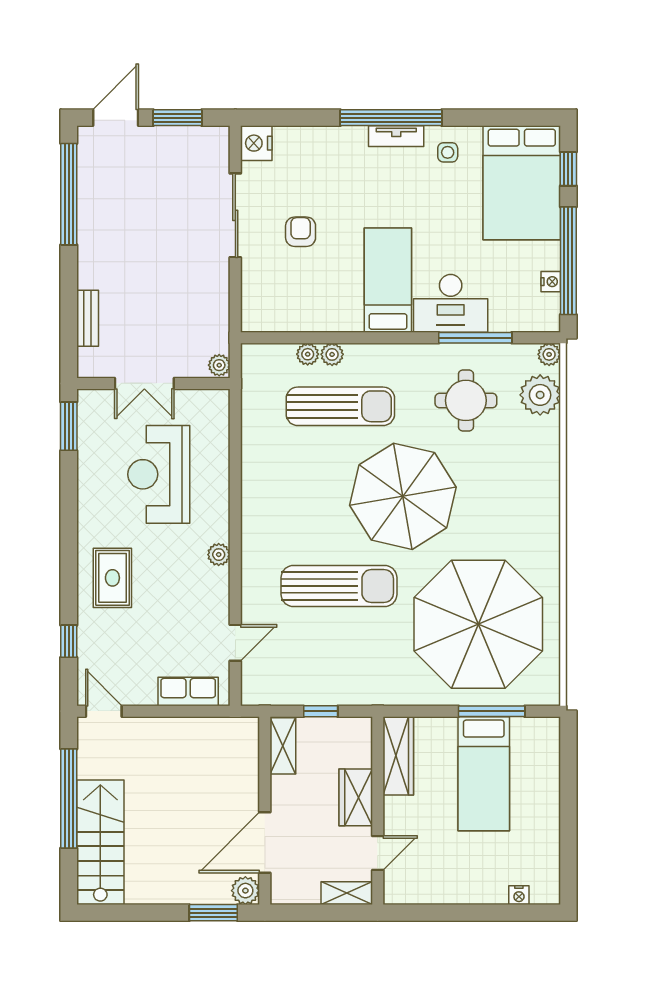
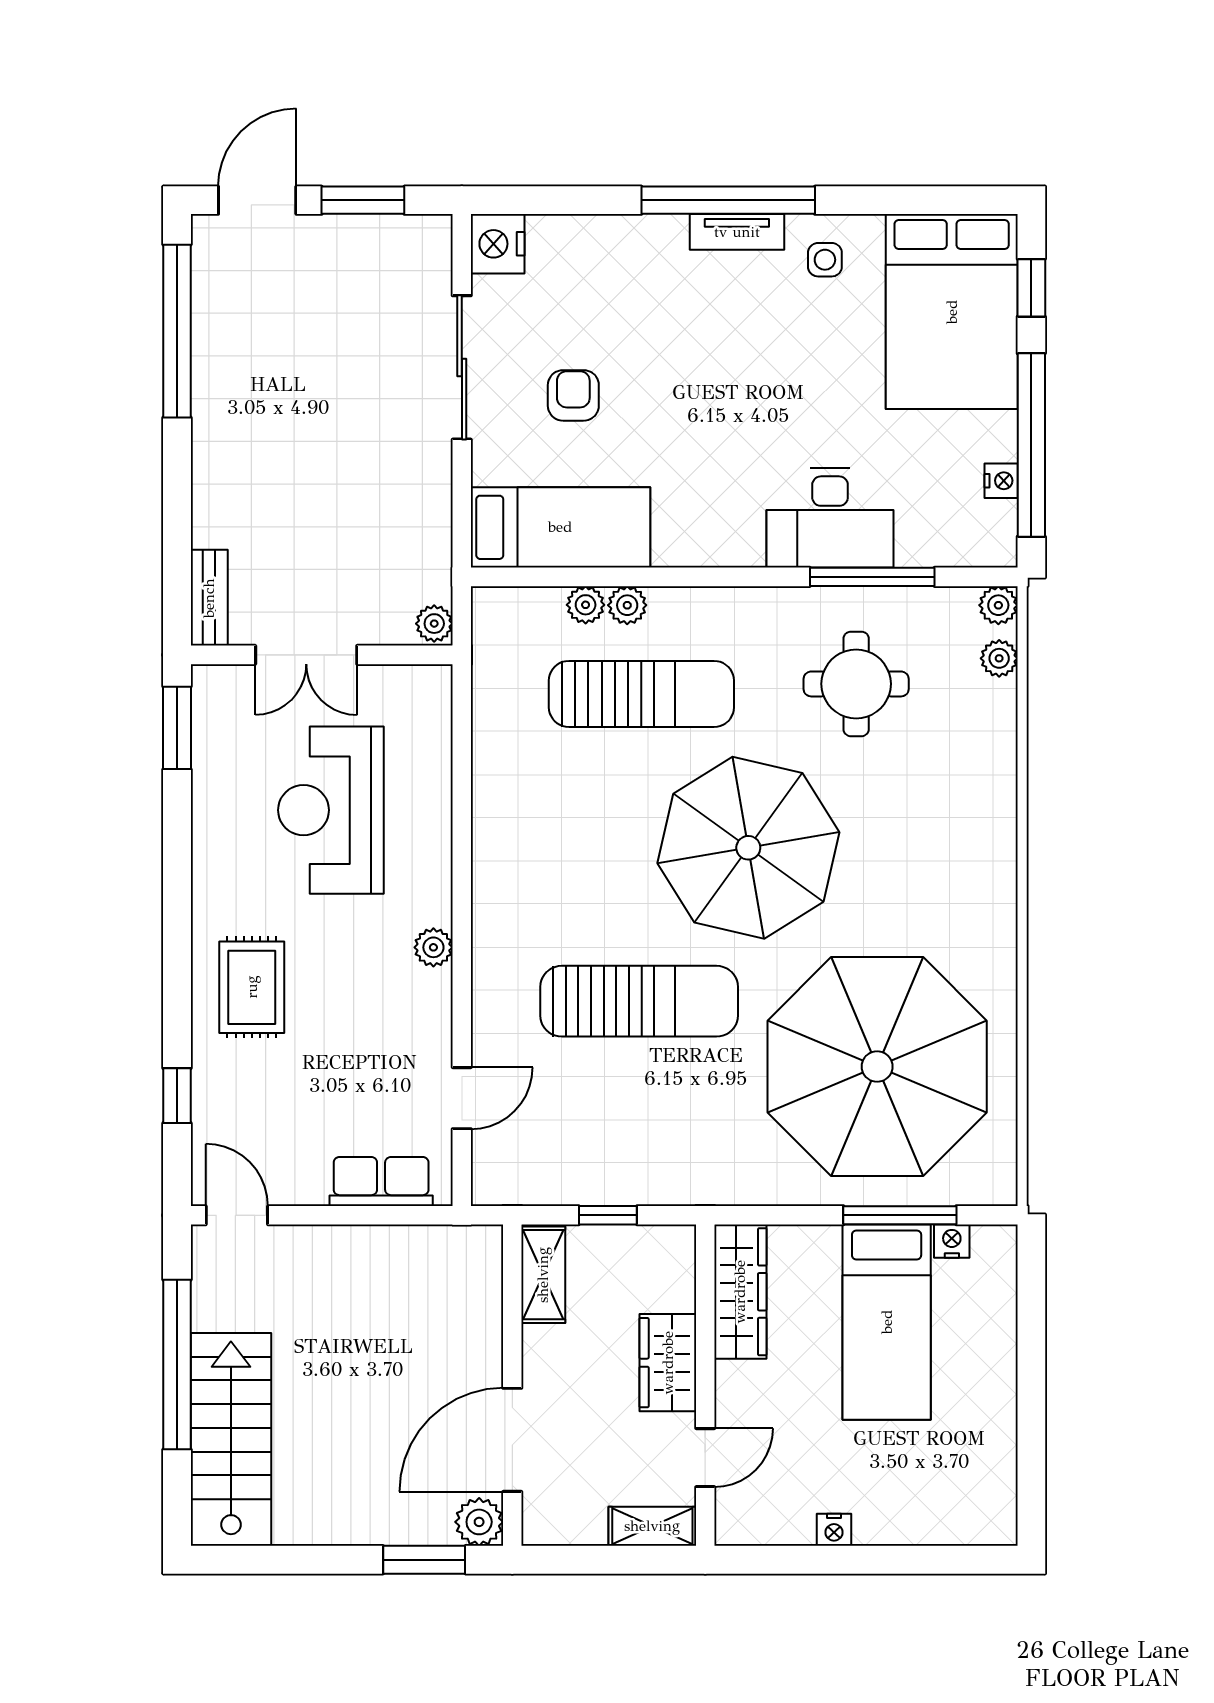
bed: (388, 280) -> (560, 527), moved, turned 90
bench: (88, 318) -> (209, 598), moved
plant: (540, 395) -> (999, 658), width x0.53, depth x0.53
nightstand: (522, 726) -> (952, 1241), added
nightstand: (519, 895) -> (834, 1530), moved

